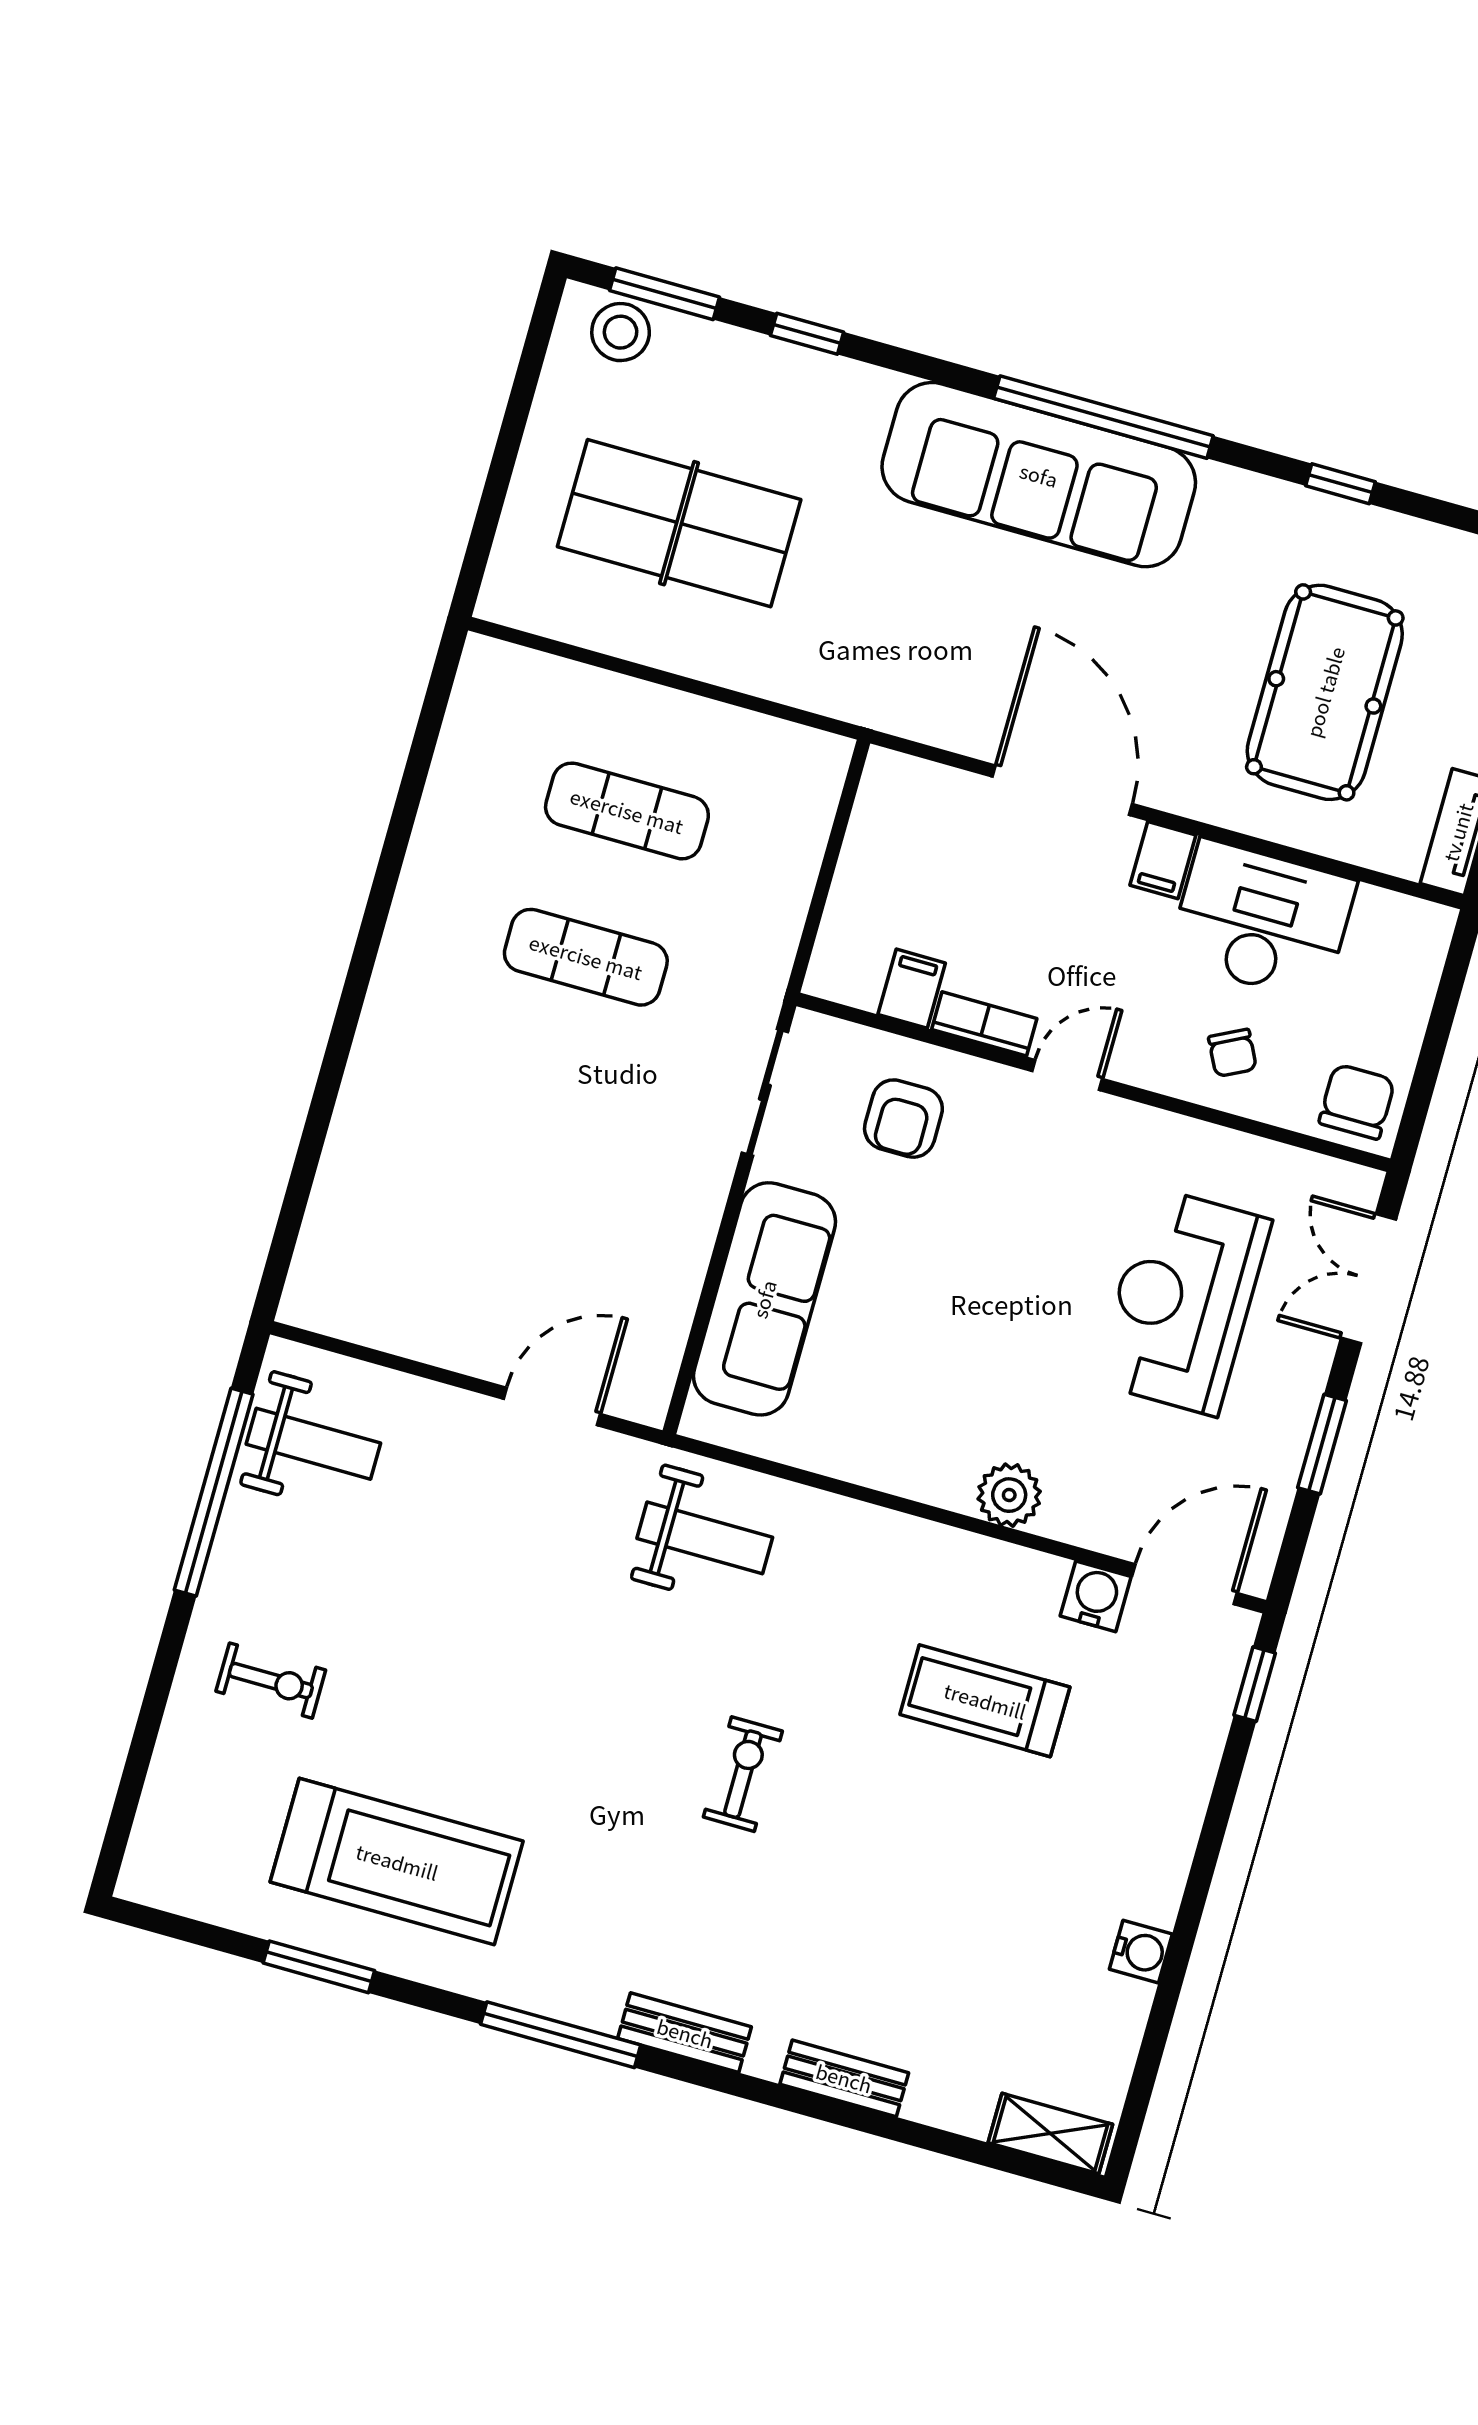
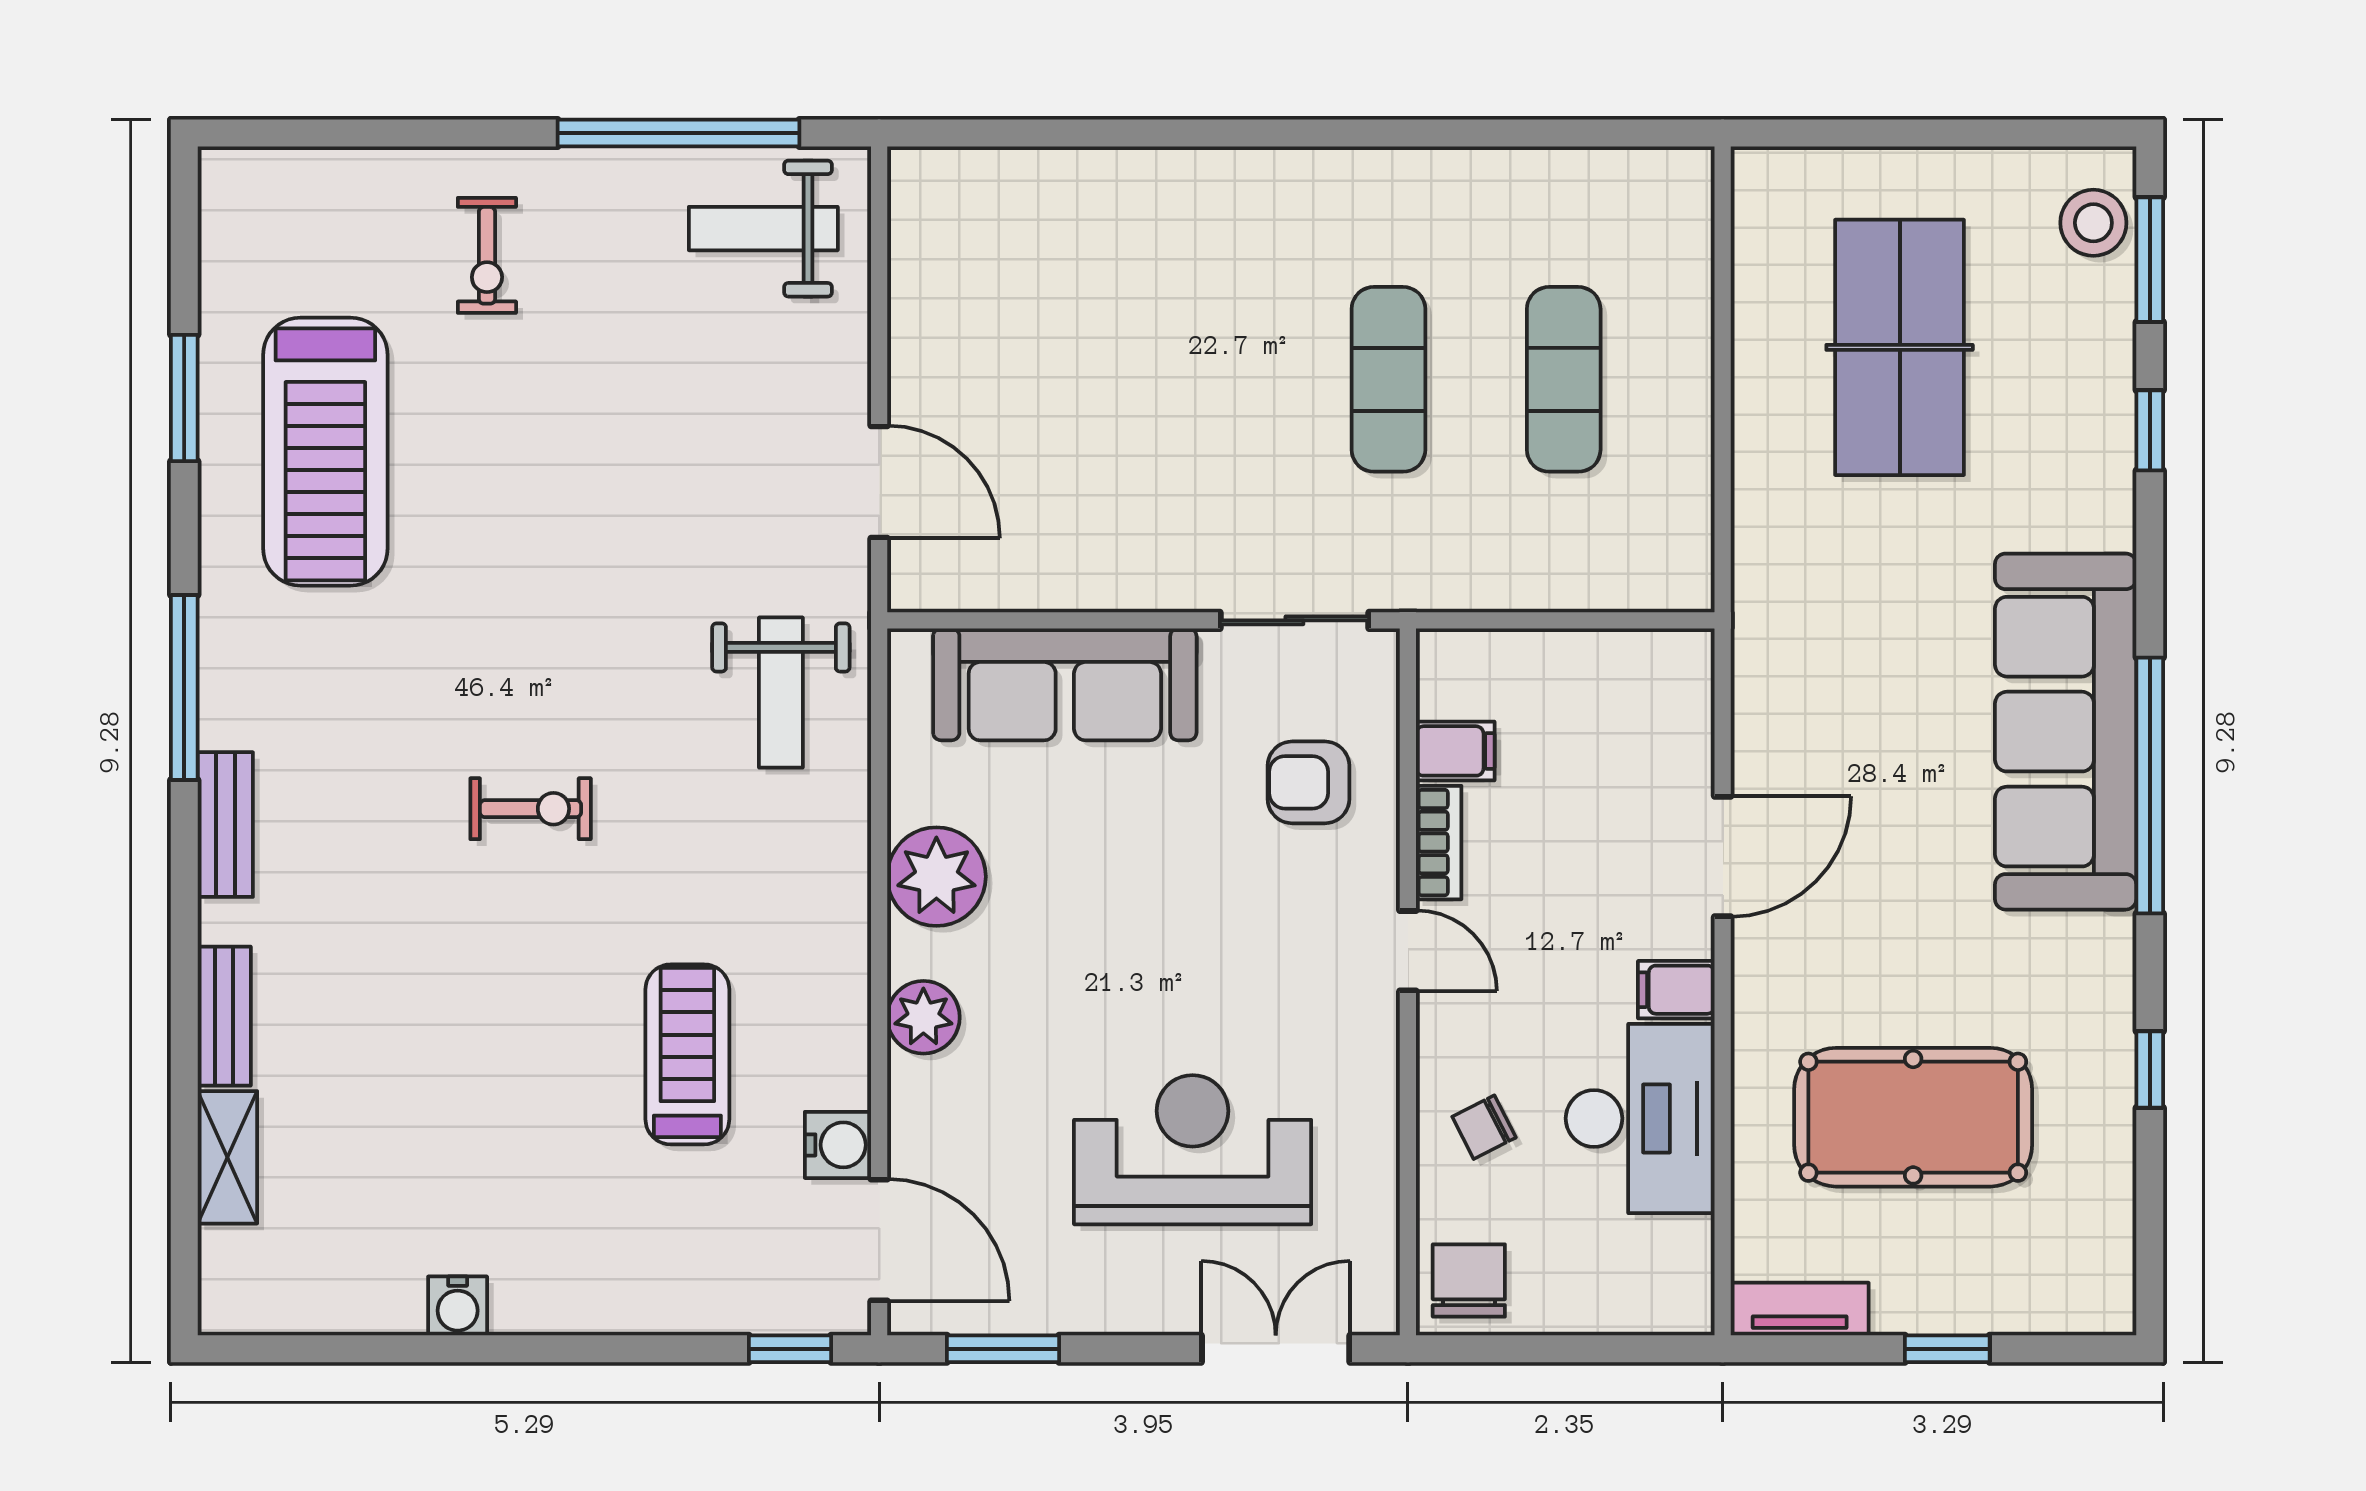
door: (1062, 790) -> (1723, 856), width x0.73
chair: (1357, 1102) -> (1469, 1281), turned -90
weight bench: (313, 1444) -> (763, 229), turned 90
window: (1322, 1444) -> (1003, 1349), moved
plant: (895, 1451) -> (936, 877), added
shelving: (1050, 2134) -> (227, 1157), moved

